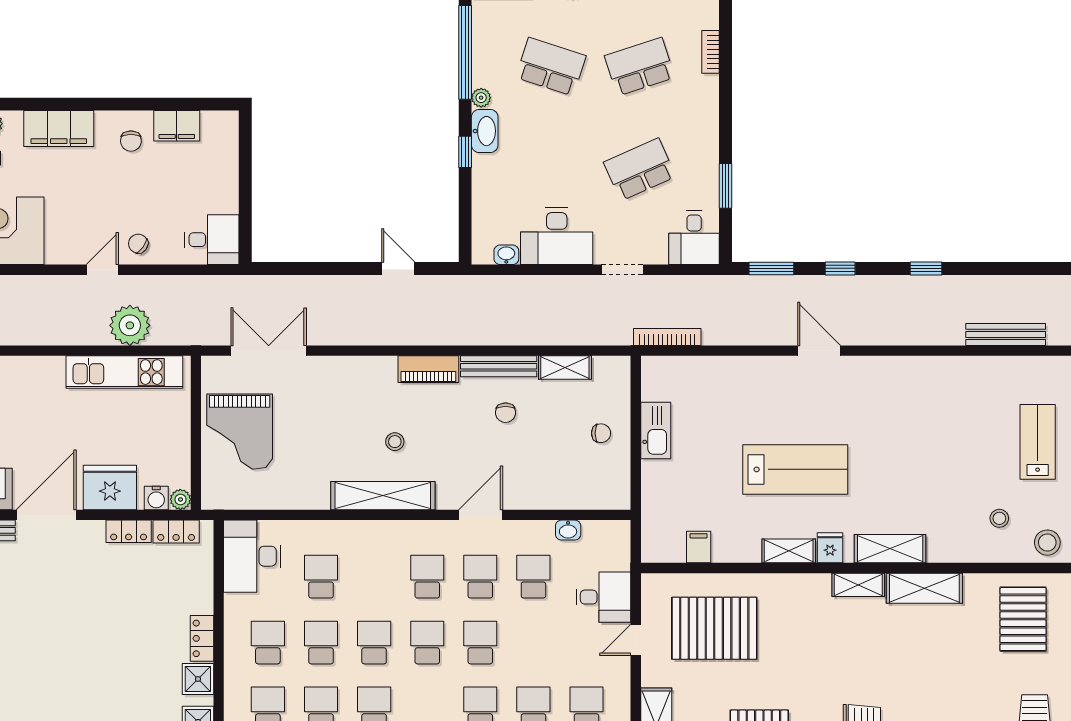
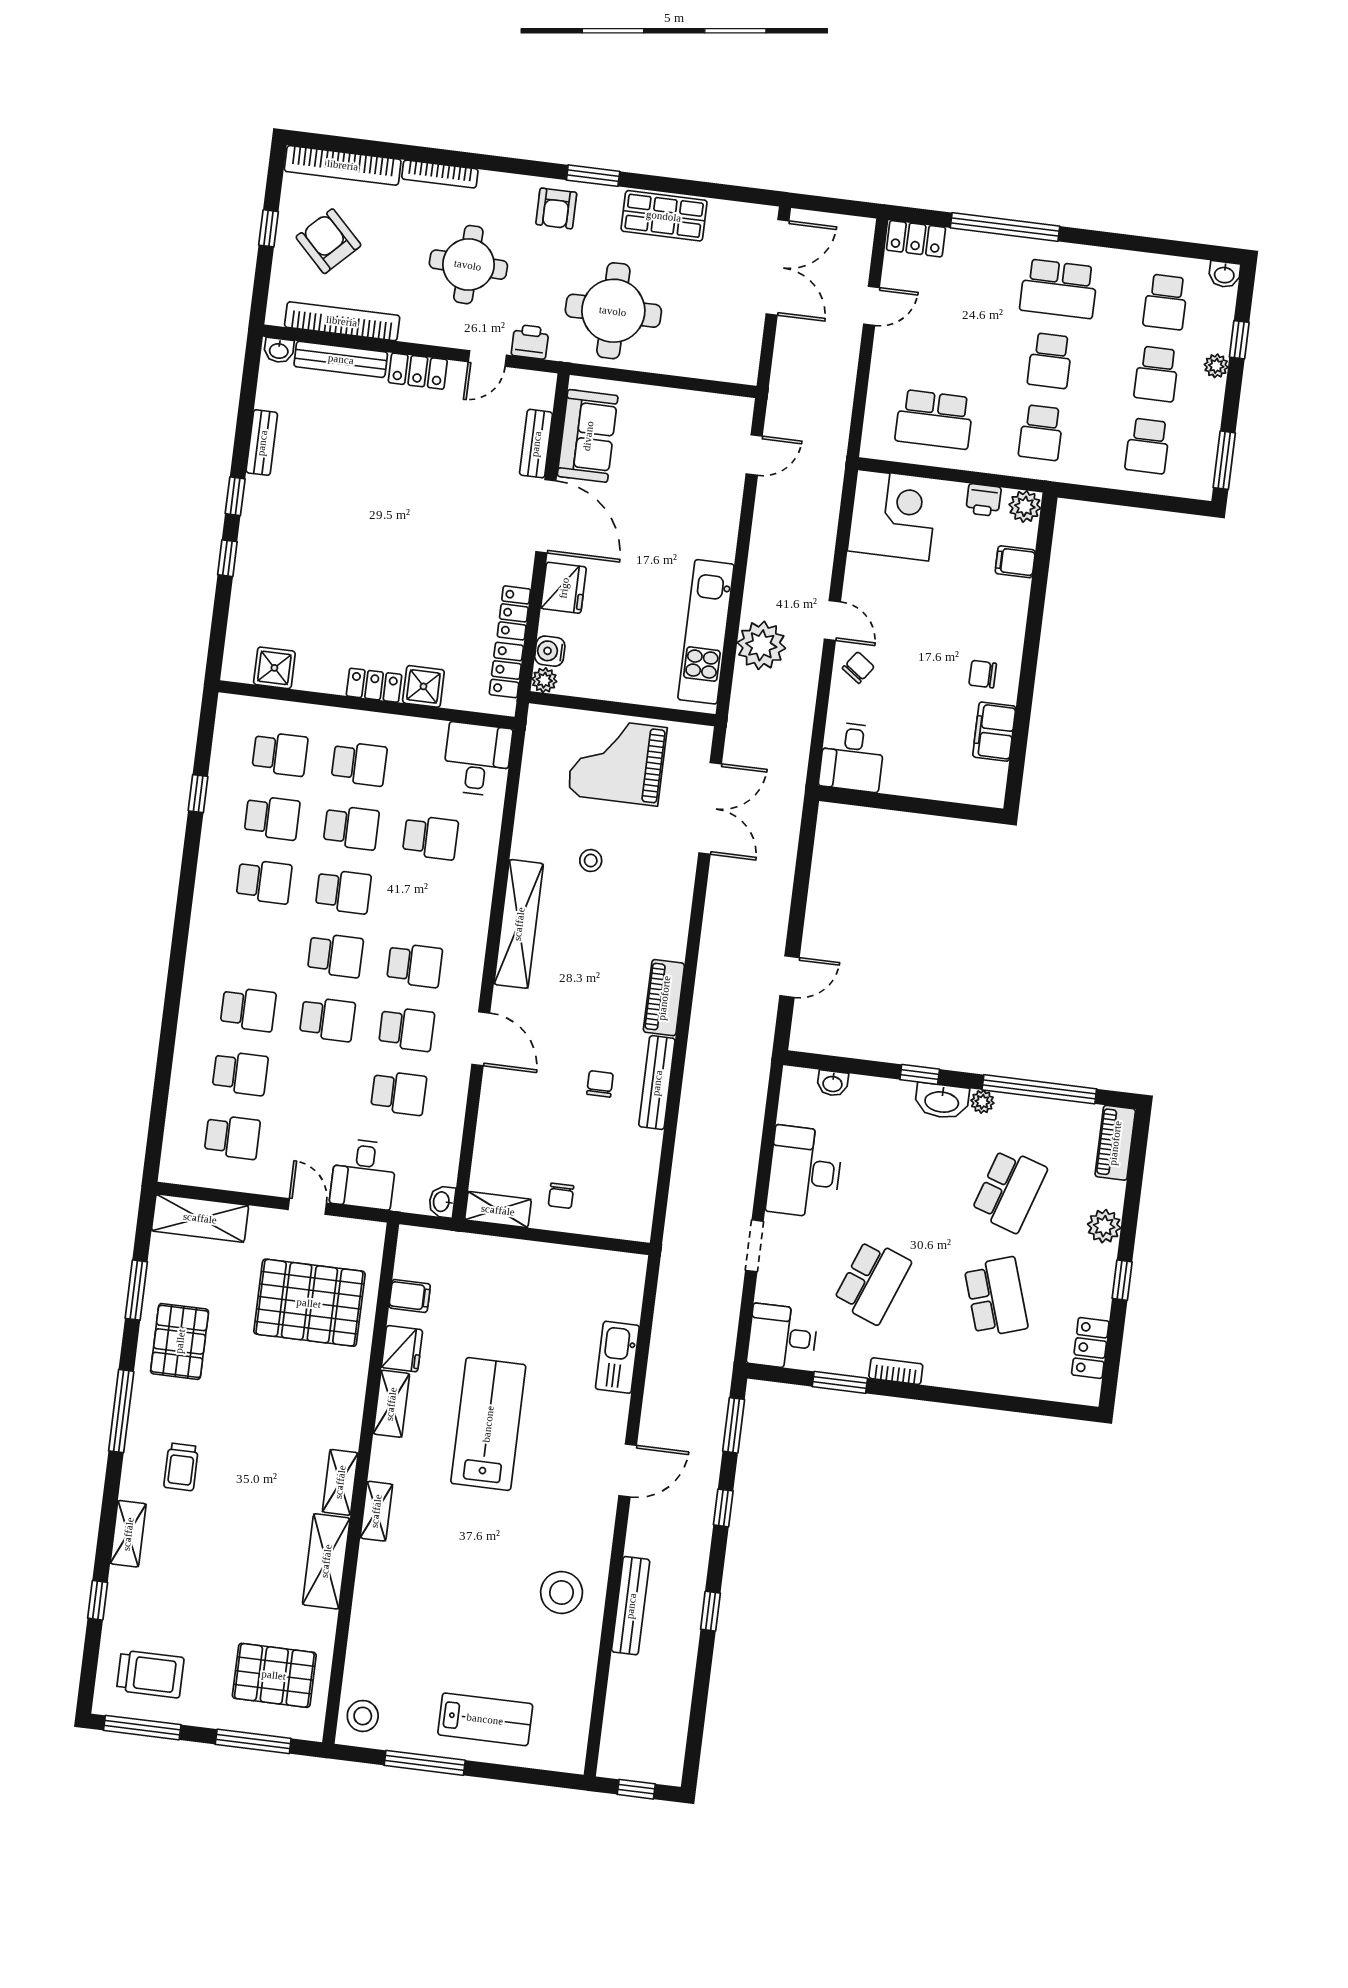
bookcase: (711, 52) -> (896, 1371), moved
filing cabinet: (59, 129) -> (1015, 562), width x0.33, depth x0.86
school desk: (640, 169) -> (872, 1282), turned 45
washbasin: (506, 255) -> (833, 1083), moved, turned 90
bench: (1006, 334) -> (631, 1606), moved
bookcase: (667, 337) -> (667, 1290), removed
shelving: (565, 368) -> (498, 1210), moved, turned 90
chair: (506, 413) -> (600, 1084), turned 90
kitchen sink: (656, 431) -> (617, 1357), moved, turned 90
stool: (395, 442) -> (591, 861), moved
lab bench: (795, 469) -> (488, 1424), turned 180
fridge: (110, 487) -> (564, 588), width x0.73, depth x0.75
stool: (999, 518) -> (562, 1593), moved, width x1.89, depth x1.89
washbasin: (568, 530) -> (442, 1202), moved
fridge: (830, 548) -> (402, 1349), moved, width x1.38
shelving: (890, 549) -> (376, 1511), width x0.67, depth x0.75
desk: (252, 556) -> (477, 759), width x0.73
pallet: (714, 628) -> (309, 1303), turned 90
shower: (198, 679) -> (423, 686), moved

